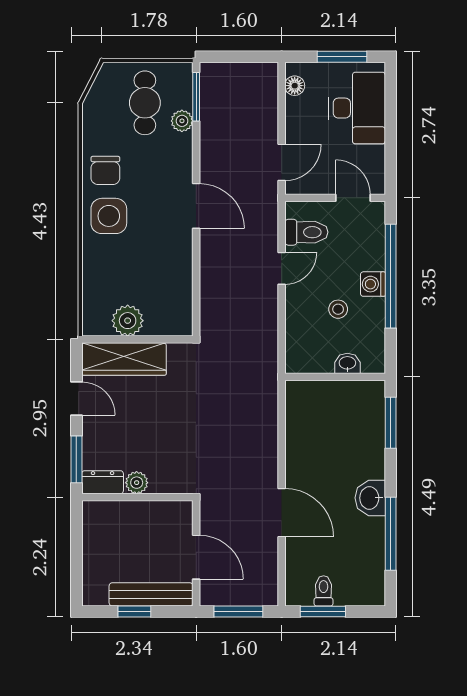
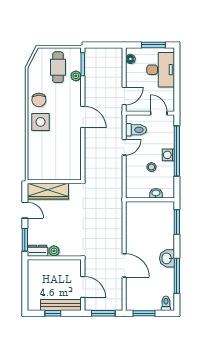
plant: (128, 321) -> (50, 173), removed
toilet: (324, 591) -> (166, 303), moved

